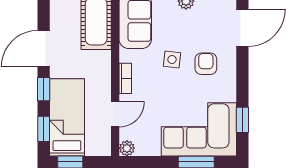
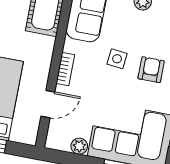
plant: (127, 148) -> (79, 146), moved

